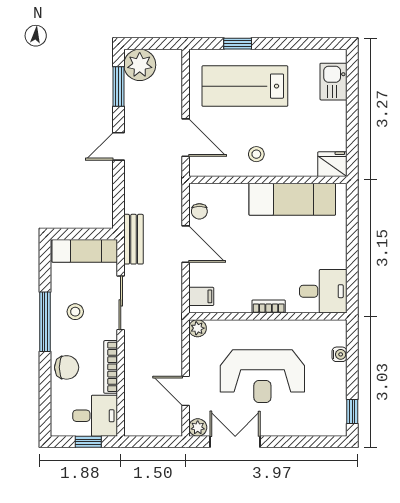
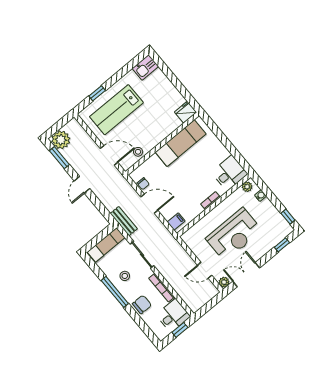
kitchen sink: (333, 82) -> (145, 67), moved, turned -90
stool: (256, 154) -> (138, 152), moved
plant: (198, 328) -> (247, 187), moved
window: (314, 442) -> (282, 245), added

